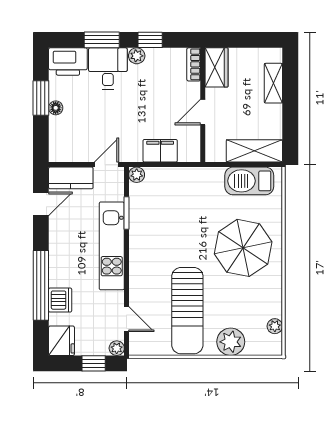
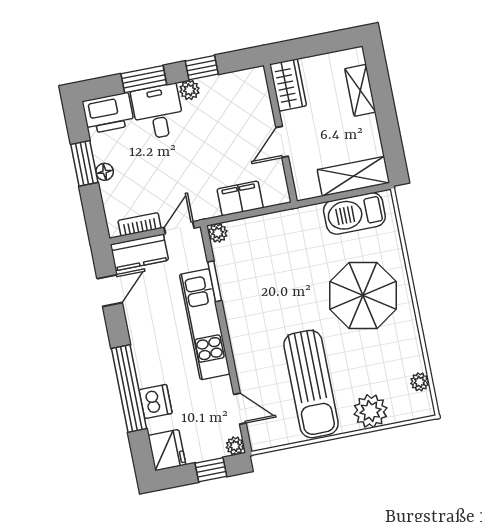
bookcase: (194, 64) -> (139, 224), moved, turned 90

